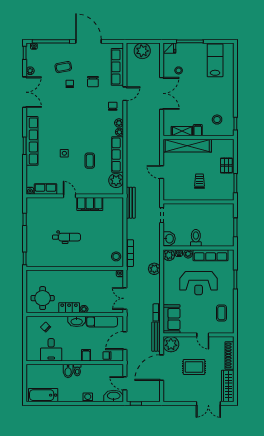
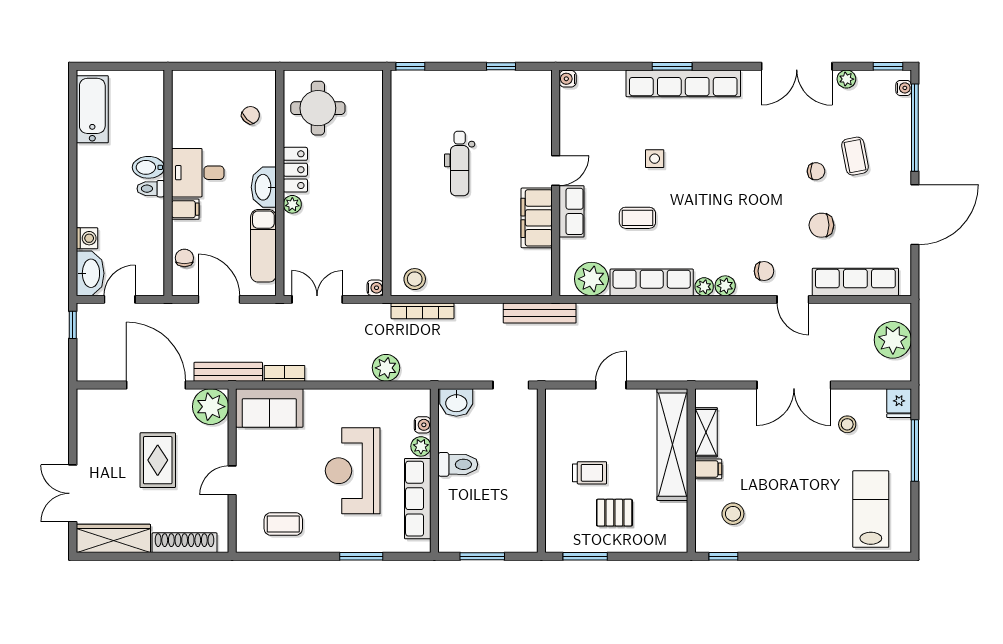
lab bench: (215, 60) -> (871, 509), turned -90
pallet: (226, 165) -> (614, 513), moved
row of seats: (46, 189) -> (572, 211), moved
plant: (169, 255) -> (418, 402), removed
desk: (51, 350) -> (198, 173), moved
washing machine: (88, 397) -> (87, 238), moved

